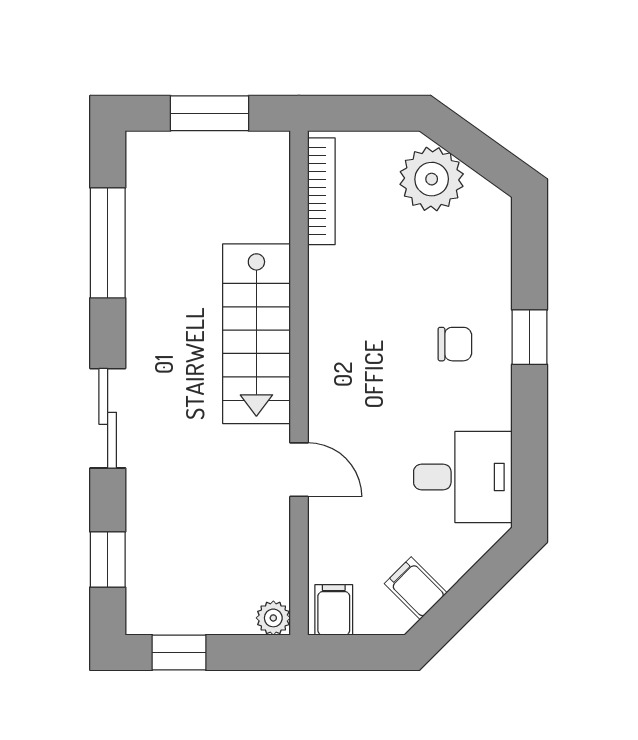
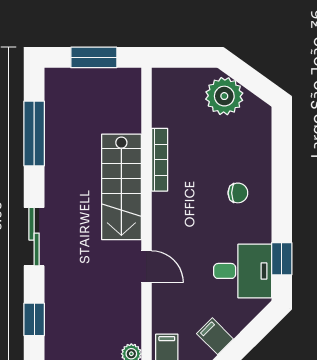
bookcase: (321, 191) -> (160, 160), moved
window: (529, 337) -> (282, 259), moved

